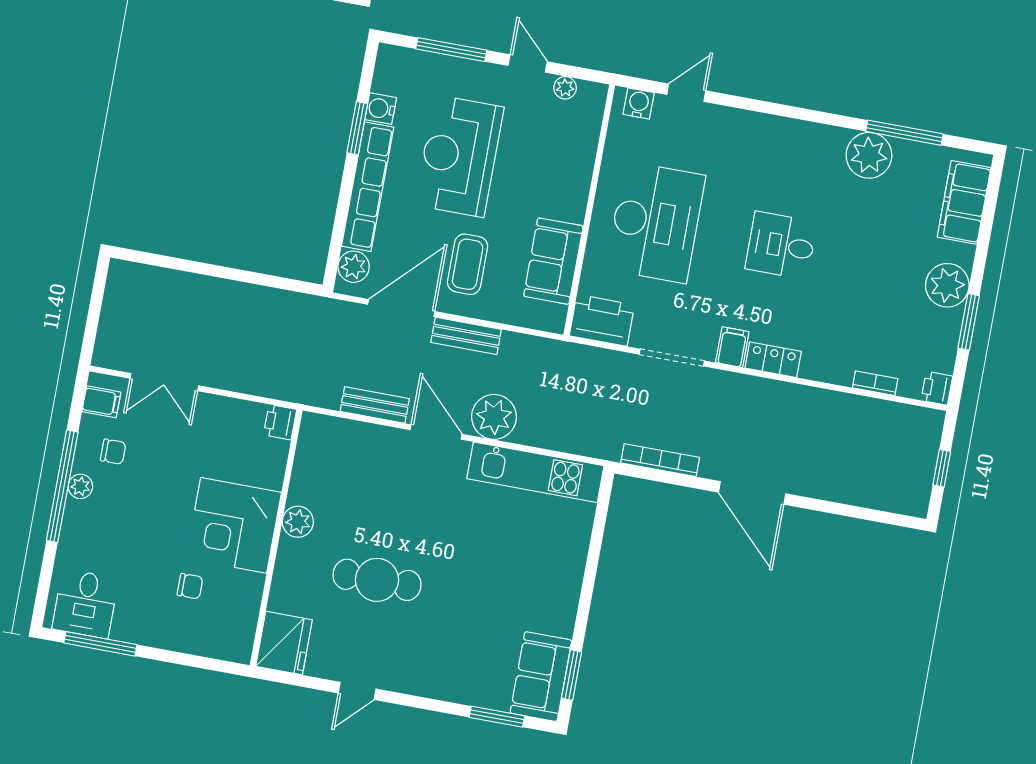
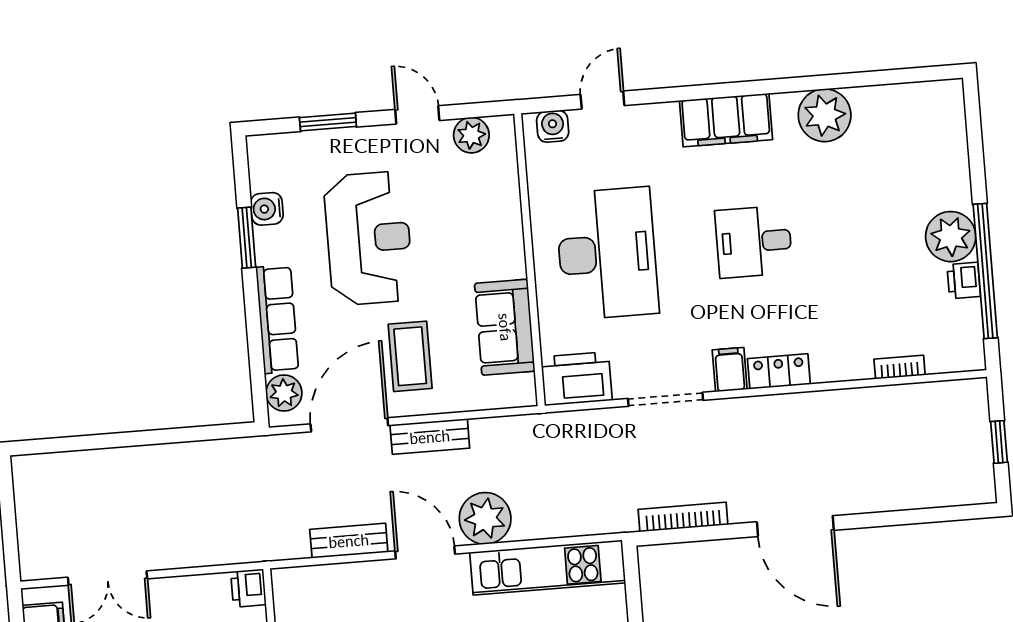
window: (451, 50) -> (328, 122), width x0.69
plant: (565, 88) -> (471, 135), width x1.38, depth x1.38
window: (904, 133) -> (857, 80), removed
reception desk: (459, 156) -> (369, 238), turned 180
row of seats: (368, 187) -> (277, 319), width x0.73
filing cabinet: (964, 202) -> (726, 120), moved, turned -90
window: (969, 322) -> (985, 271), width x2.11
printer: (937, 388) -> (964, 281), moved

